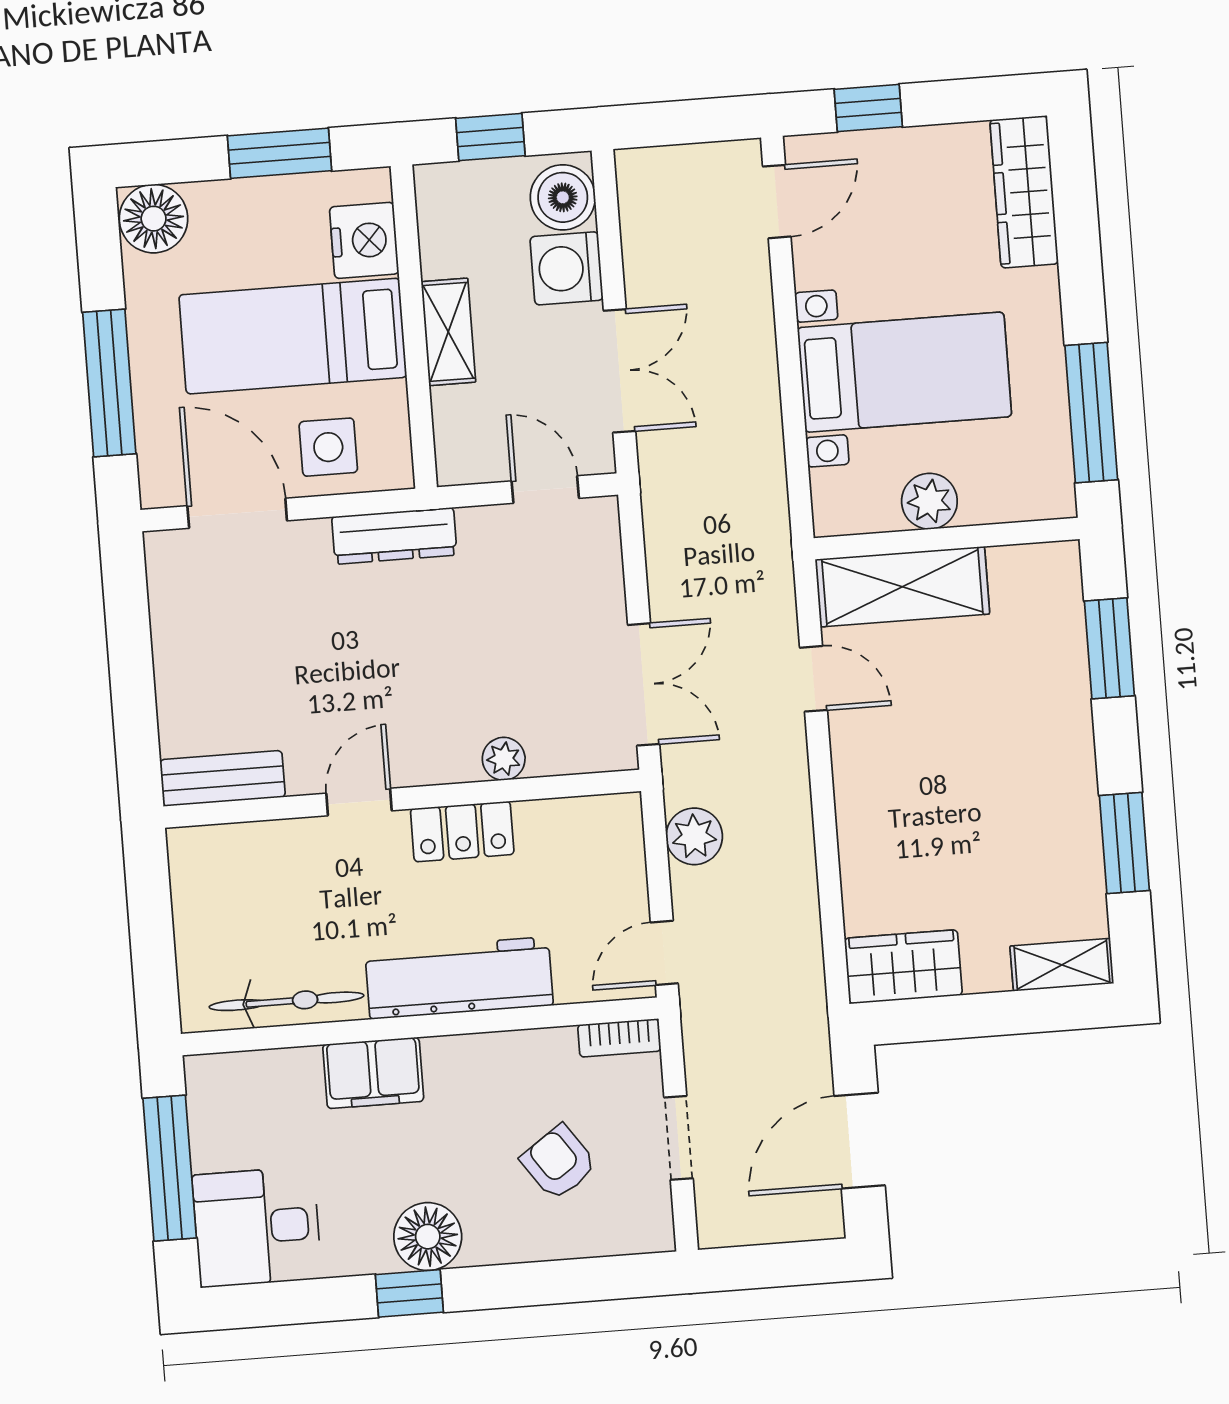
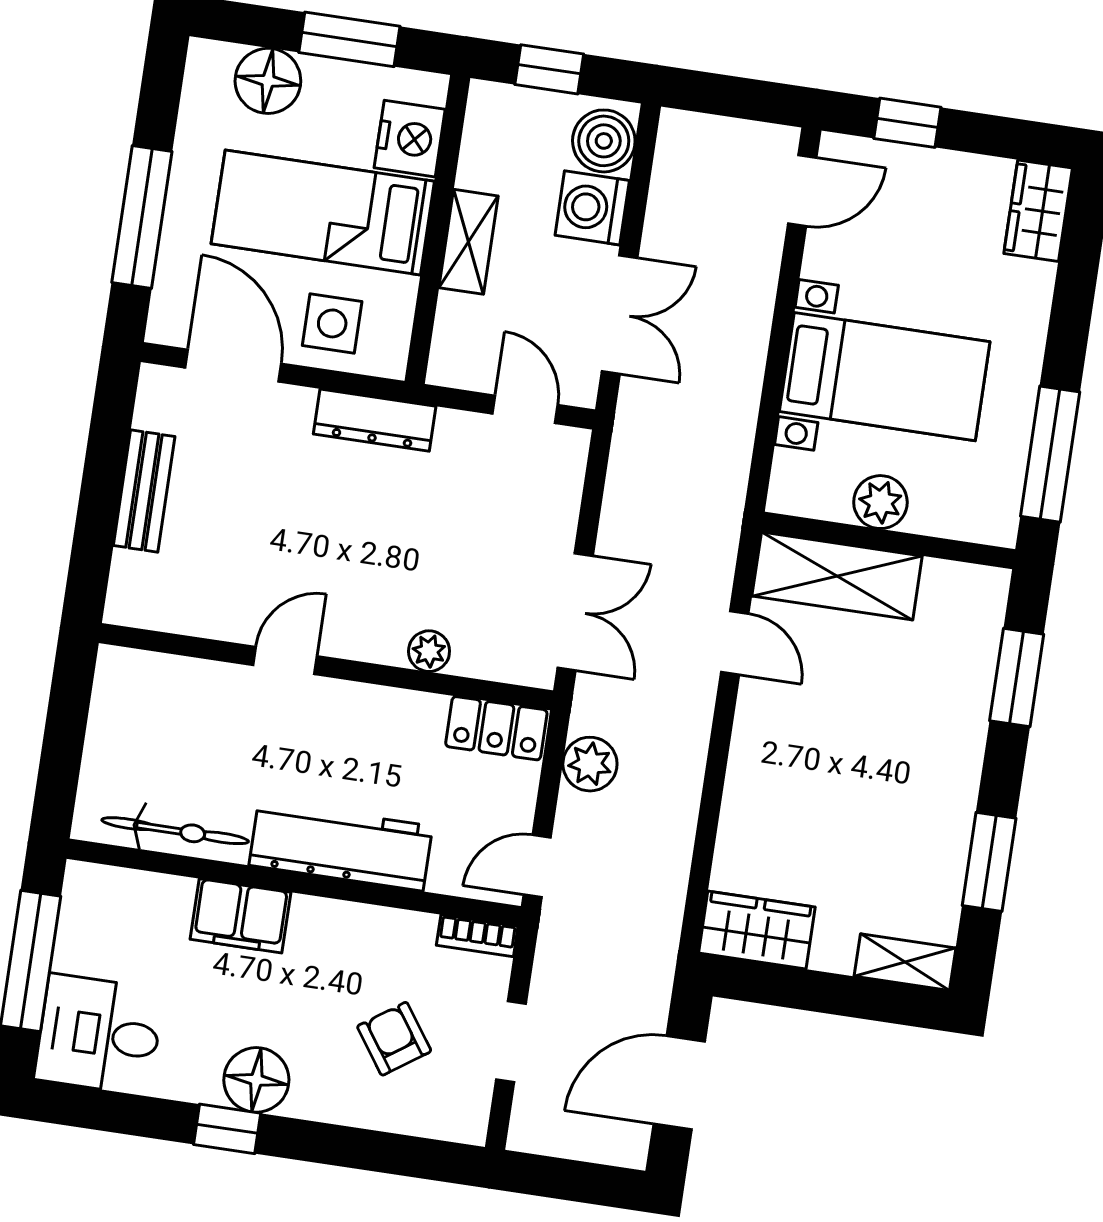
wardrobe: (1024, 192) -> (1038, 211), width x0.67
floor lamp: (154, 219) -> (268, 81), moved
bench: (222, 778) -> (144, 491), moved, turned 90
locker: (462, 832) -> (496, 728), moved

